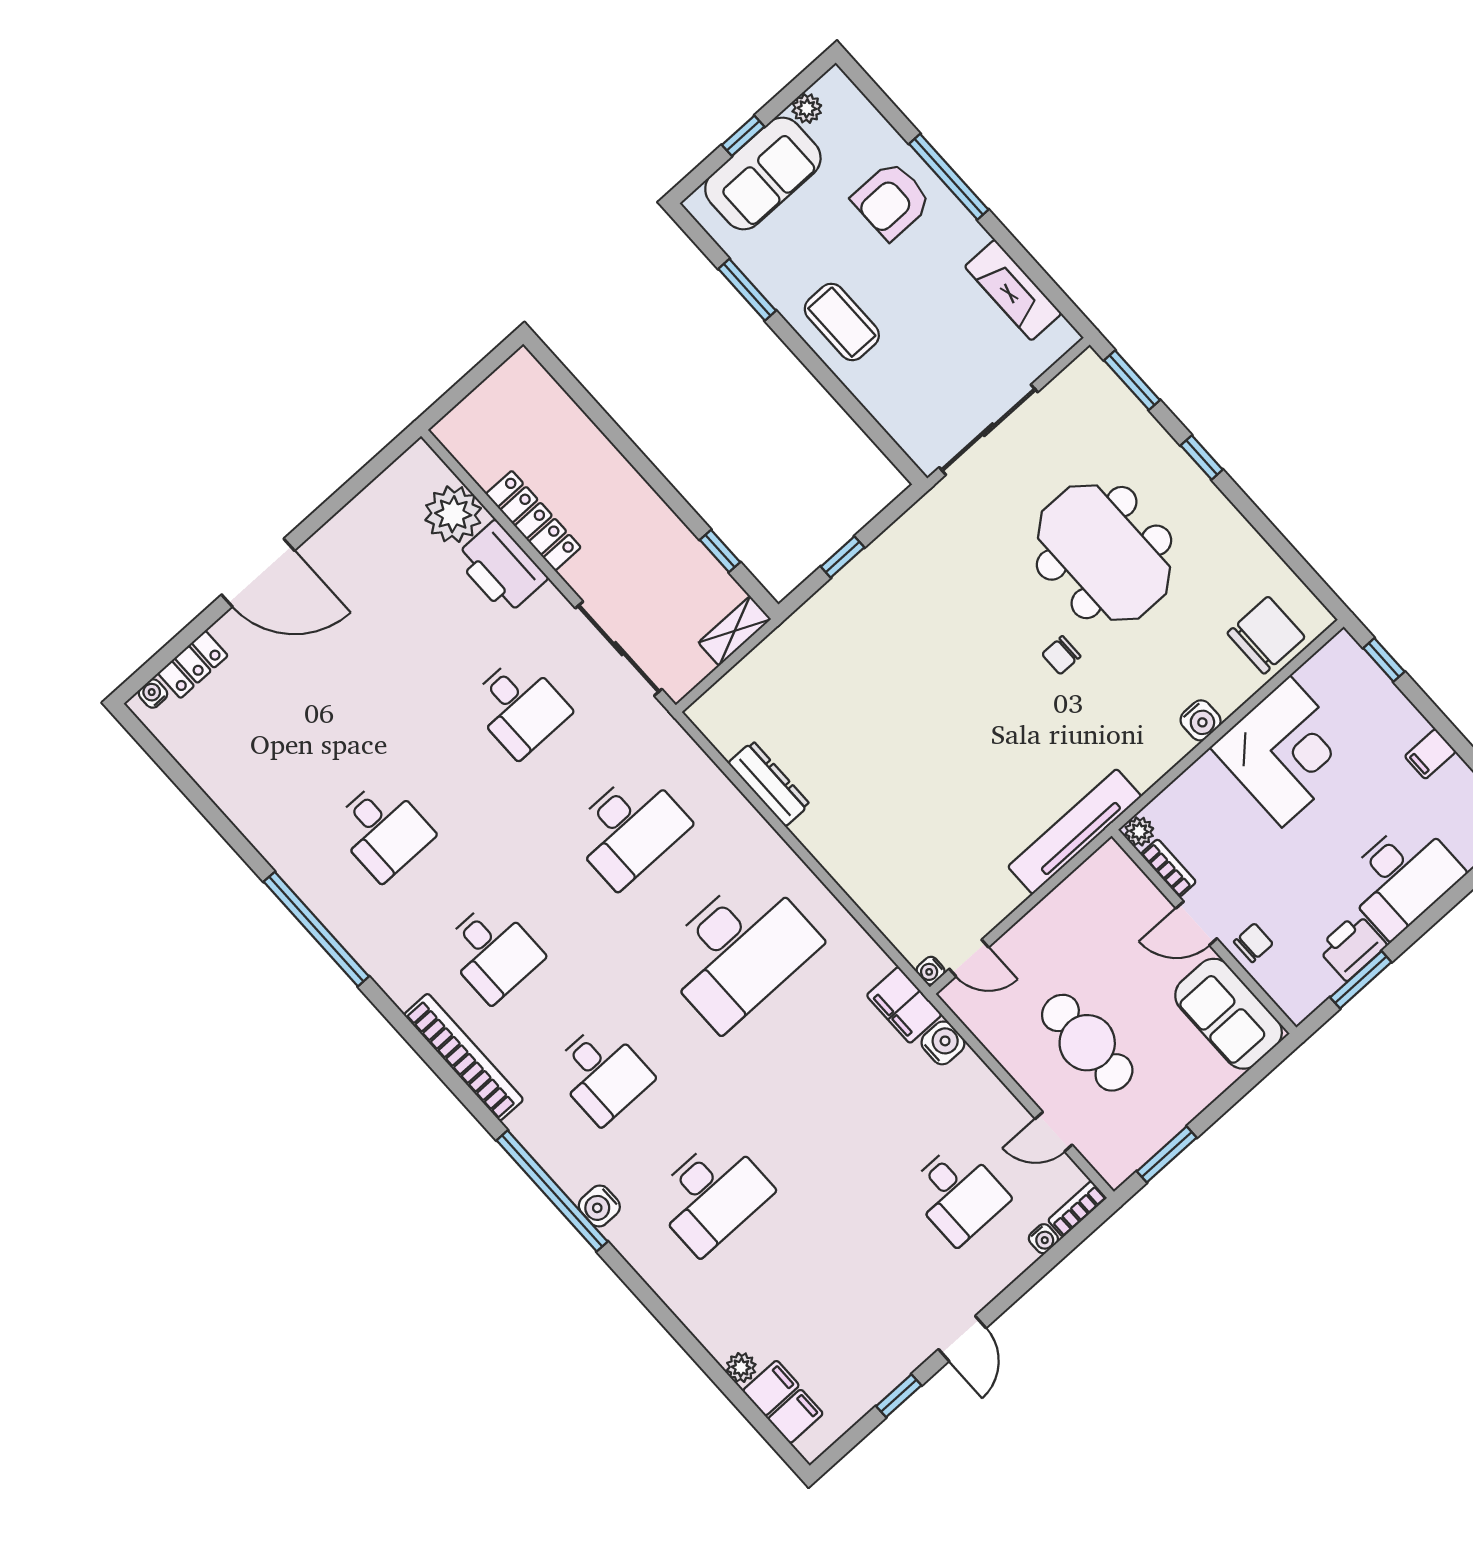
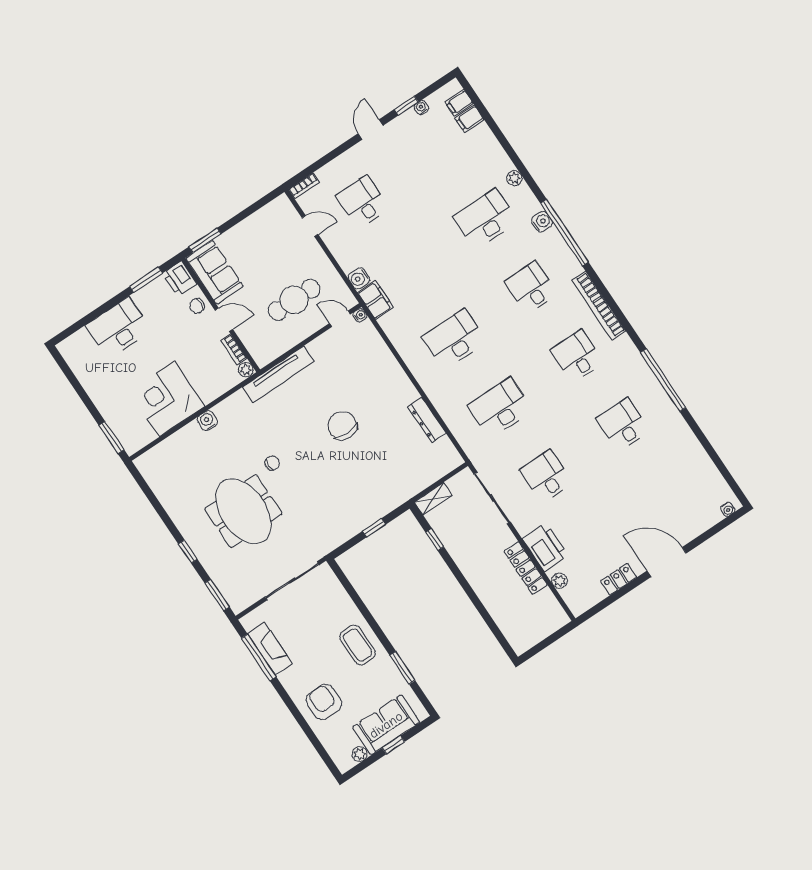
window: (949, 177) -> (259, 657), moved
armchair: (892, 201) -> (324, 702), turned -90
plant: (453, 514) -> (560, 581), width x0.53, depth x0.53
chair: (1266, 635) -> (342, 426), moved, turned 90
window: (1384, 660) -> (112, 438), width x1.50
locker: (193, 664) -> (619, 579), moved
filing cabinet: (1430, 754) -> (95, 387), removed
printer: (1352, 947) -> (180, 279), moved, turned 90
desk: (739, 950) -> (454, 339), width x0.73, depth x0.77
cafe table: (1087, 1043) -> (294, 300), moved, turned 90
window: (1167, 1154) -> (205, 240), moved
water cooler: (1043, 1239) -> (421, 108), moved
plant: (741, 1367) -> (514, 178), moved

